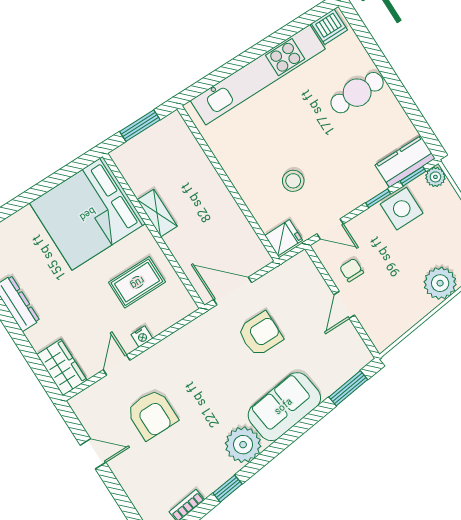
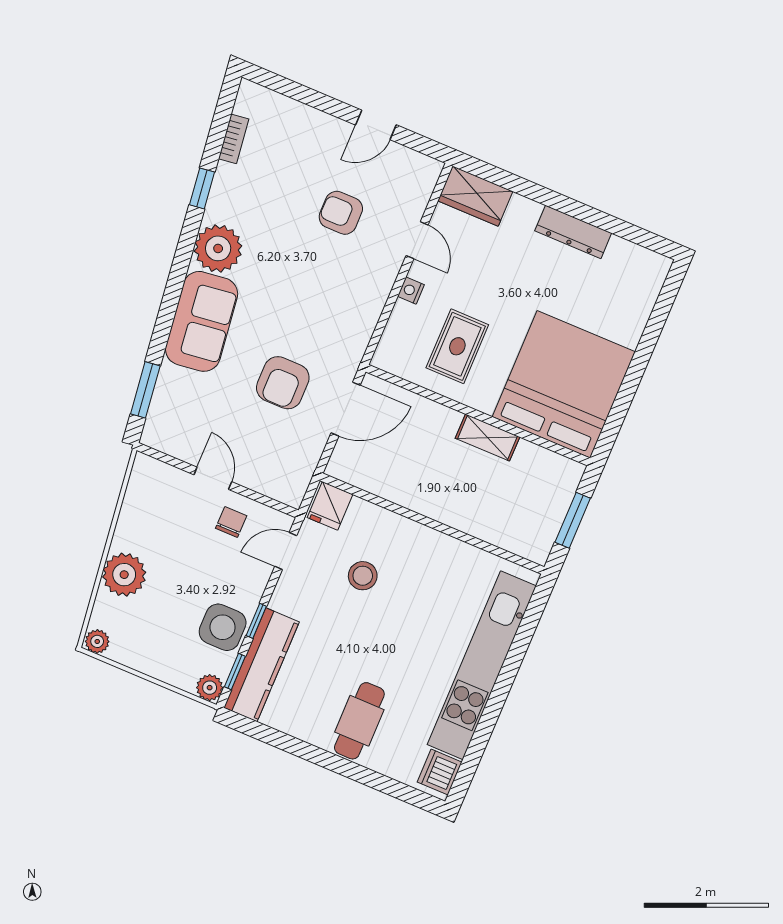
kitchen counter: (405, 162) -> (261, 665), width x1.50
chair: (352, 270) -> (231, 522), turned -90
armchair: (152, 414) -> (341, 213), width x0.72, depth x0.72

